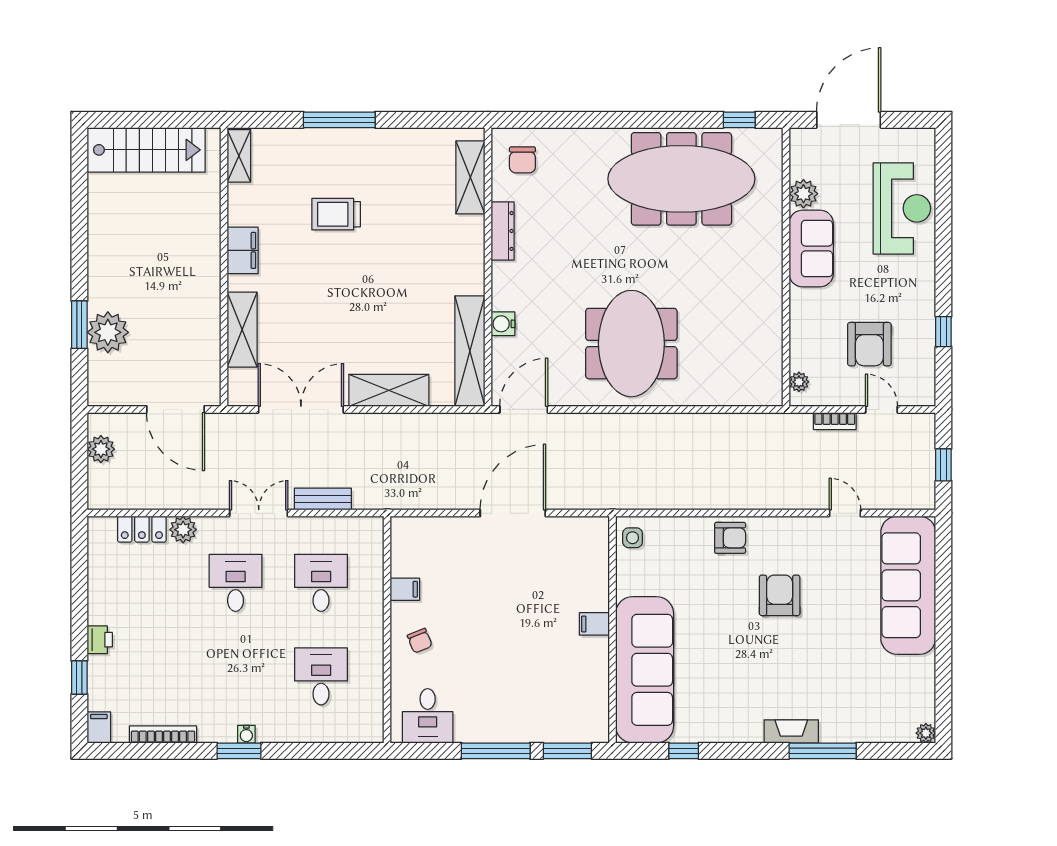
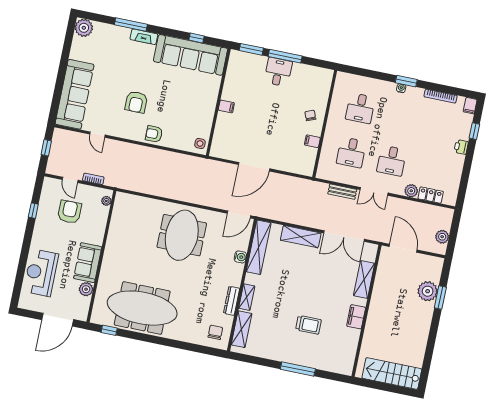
shelving: (239, 156) -> (247, 297), moved
sofa: (645, 670) -> (191, 55), moved, turned -90
desk: (428, 716) -> (278, 72), moved
plant: (926, 733) -> (84, 28), width x1.87, depth x1.87

